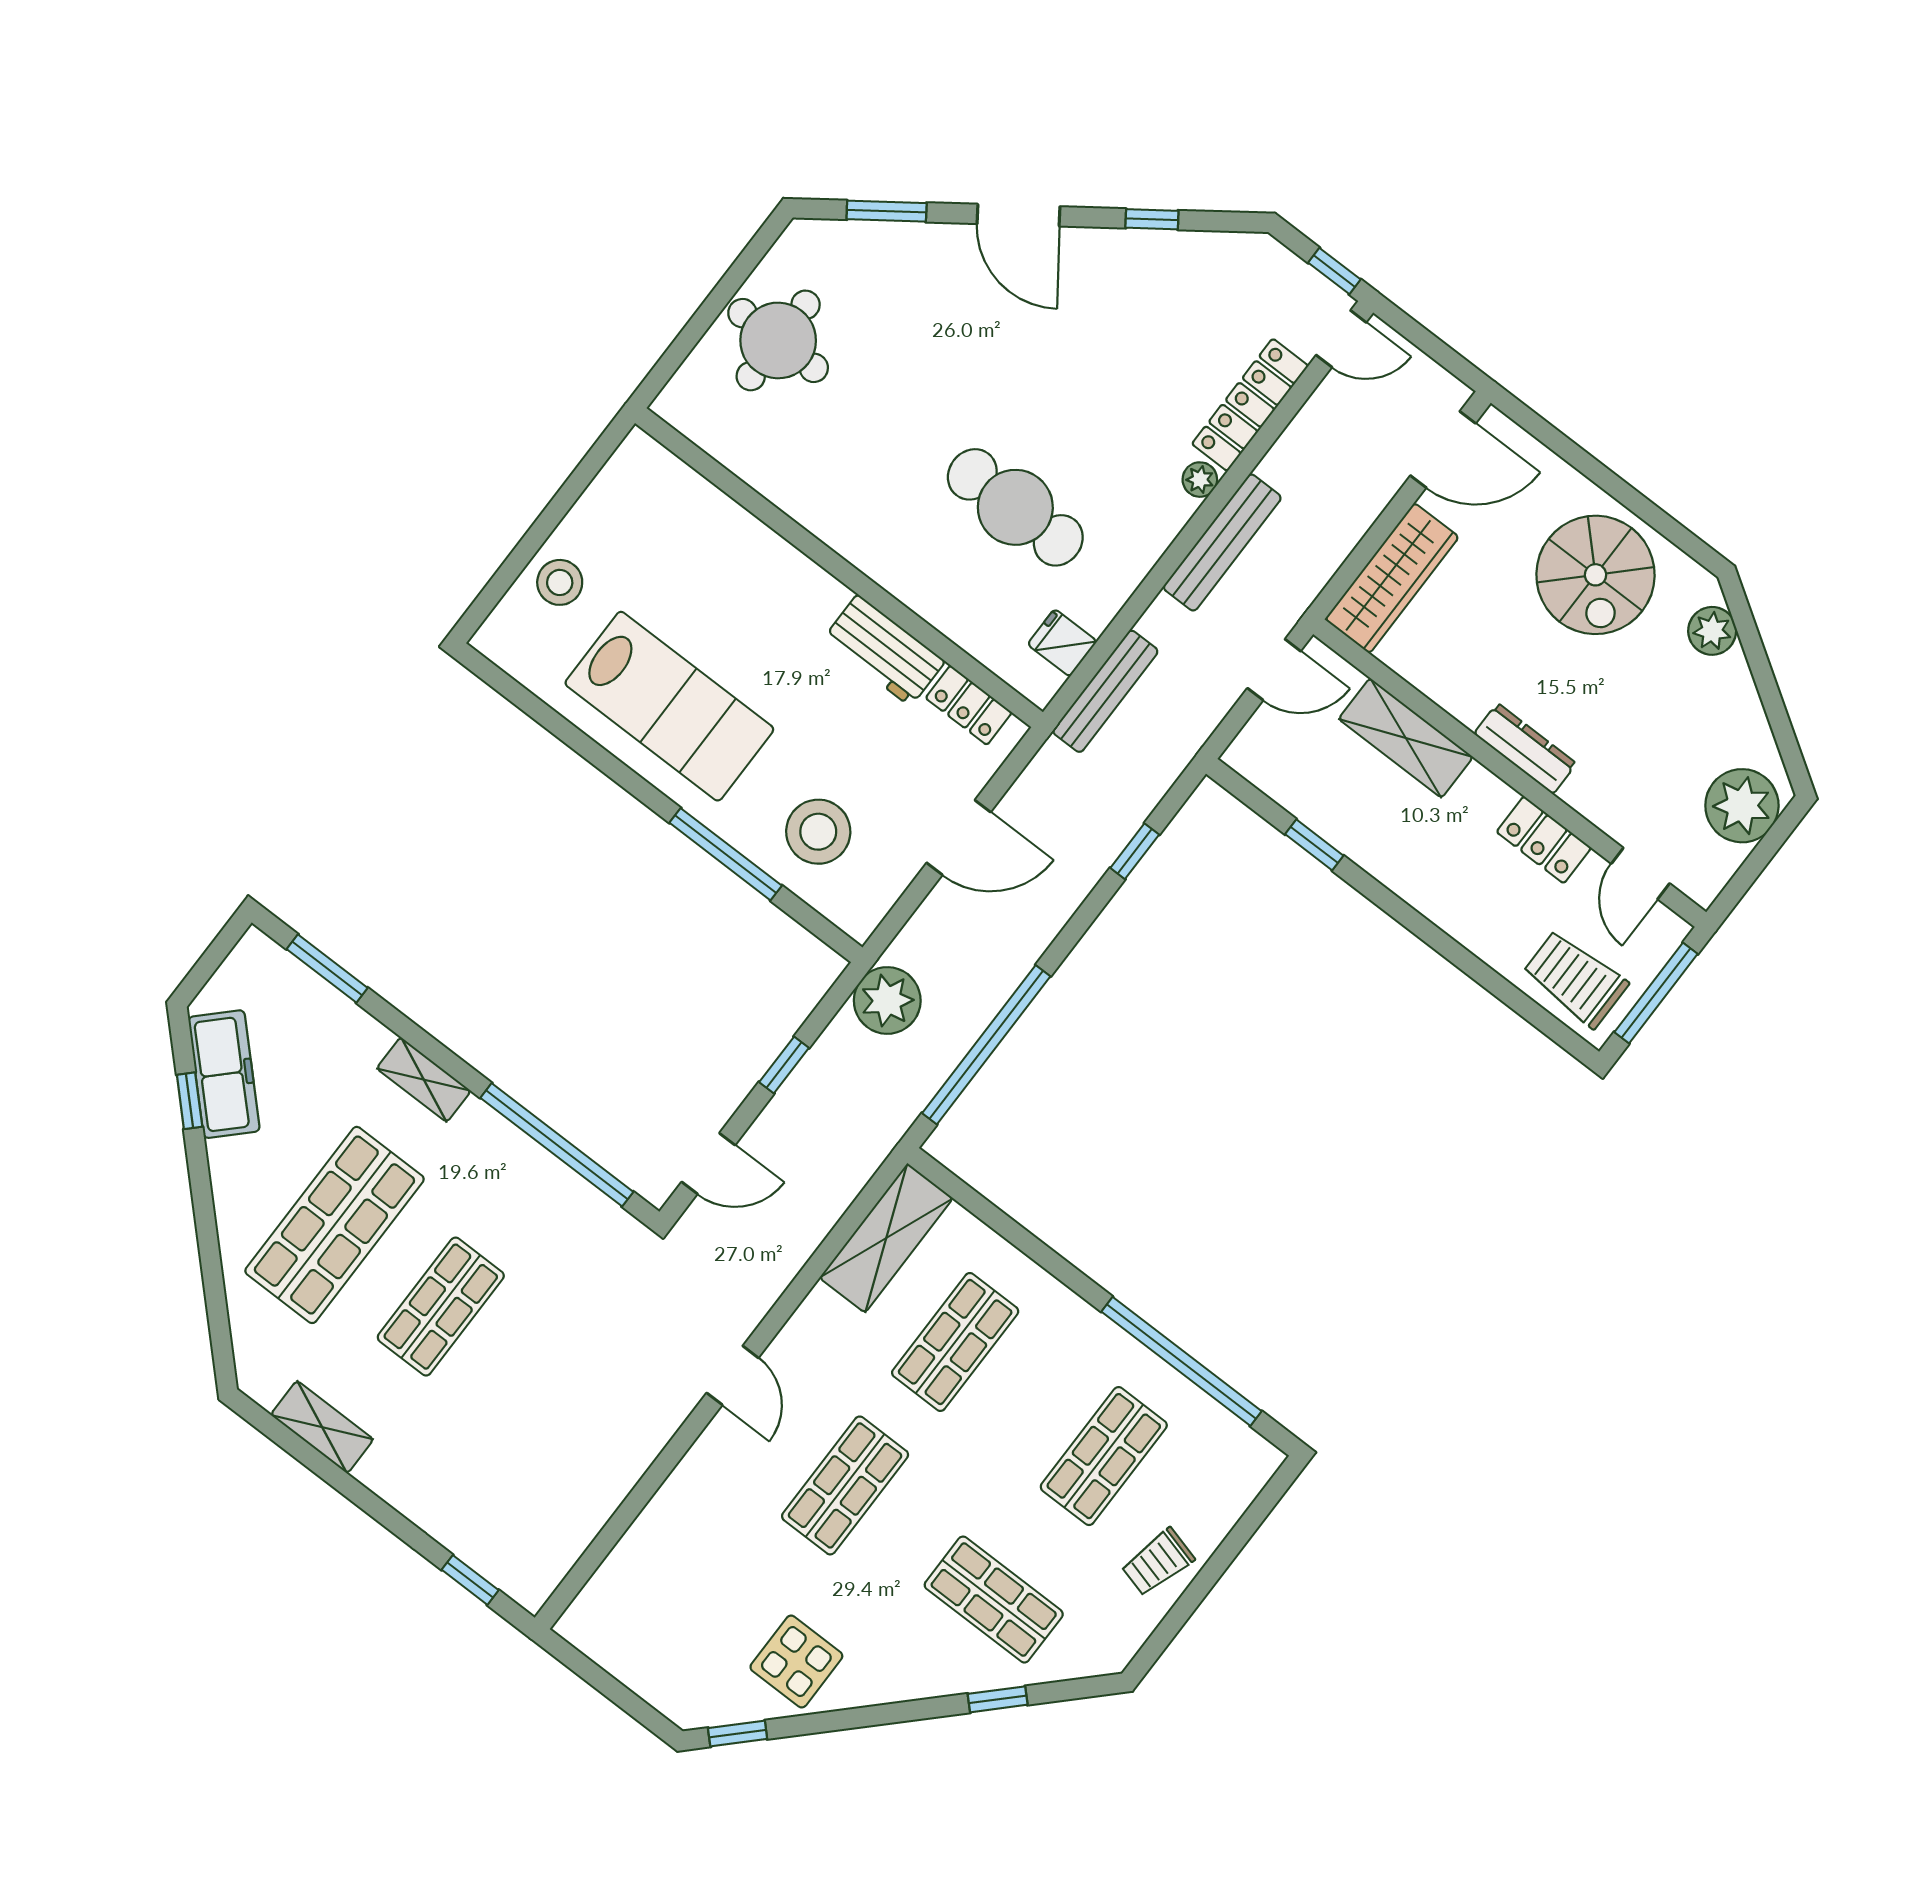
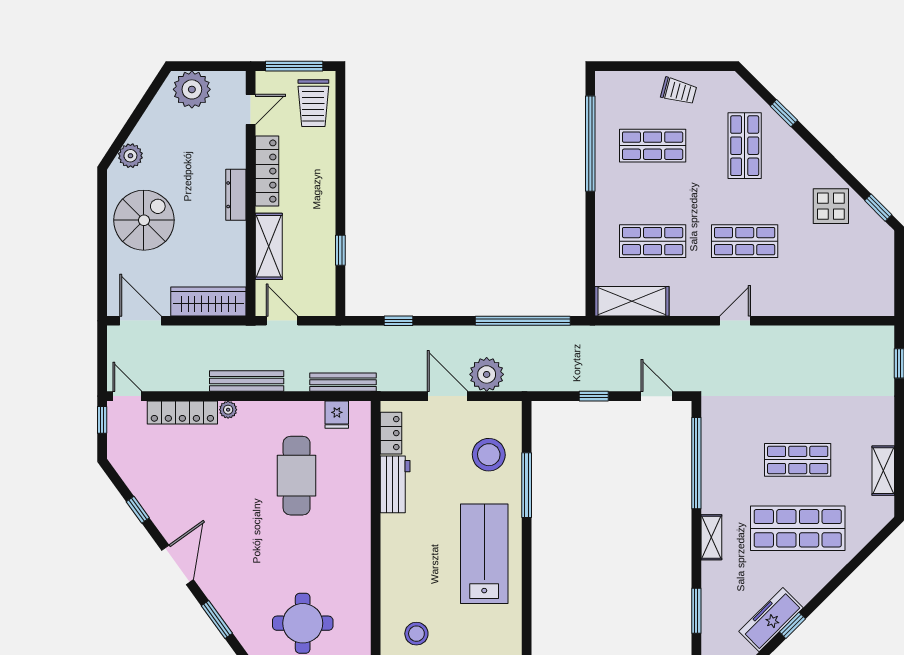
stool: (560, 582) -> (416, 634), moved
locker: (1544, 840) -> (267, 171), width x1.53
plant: (887, 1000) -> (487, 374), moved

